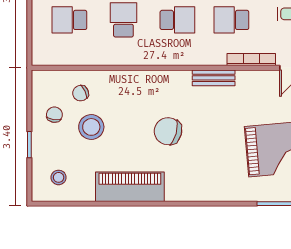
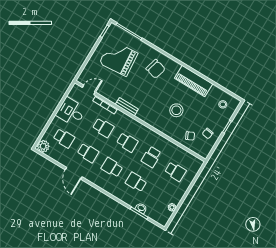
school desk: (177, 20) -> (127, 142), turned 180
stool: (91, 127) -> (176, 110), moved
chair: (168, 131) -> (156, 69), moved

